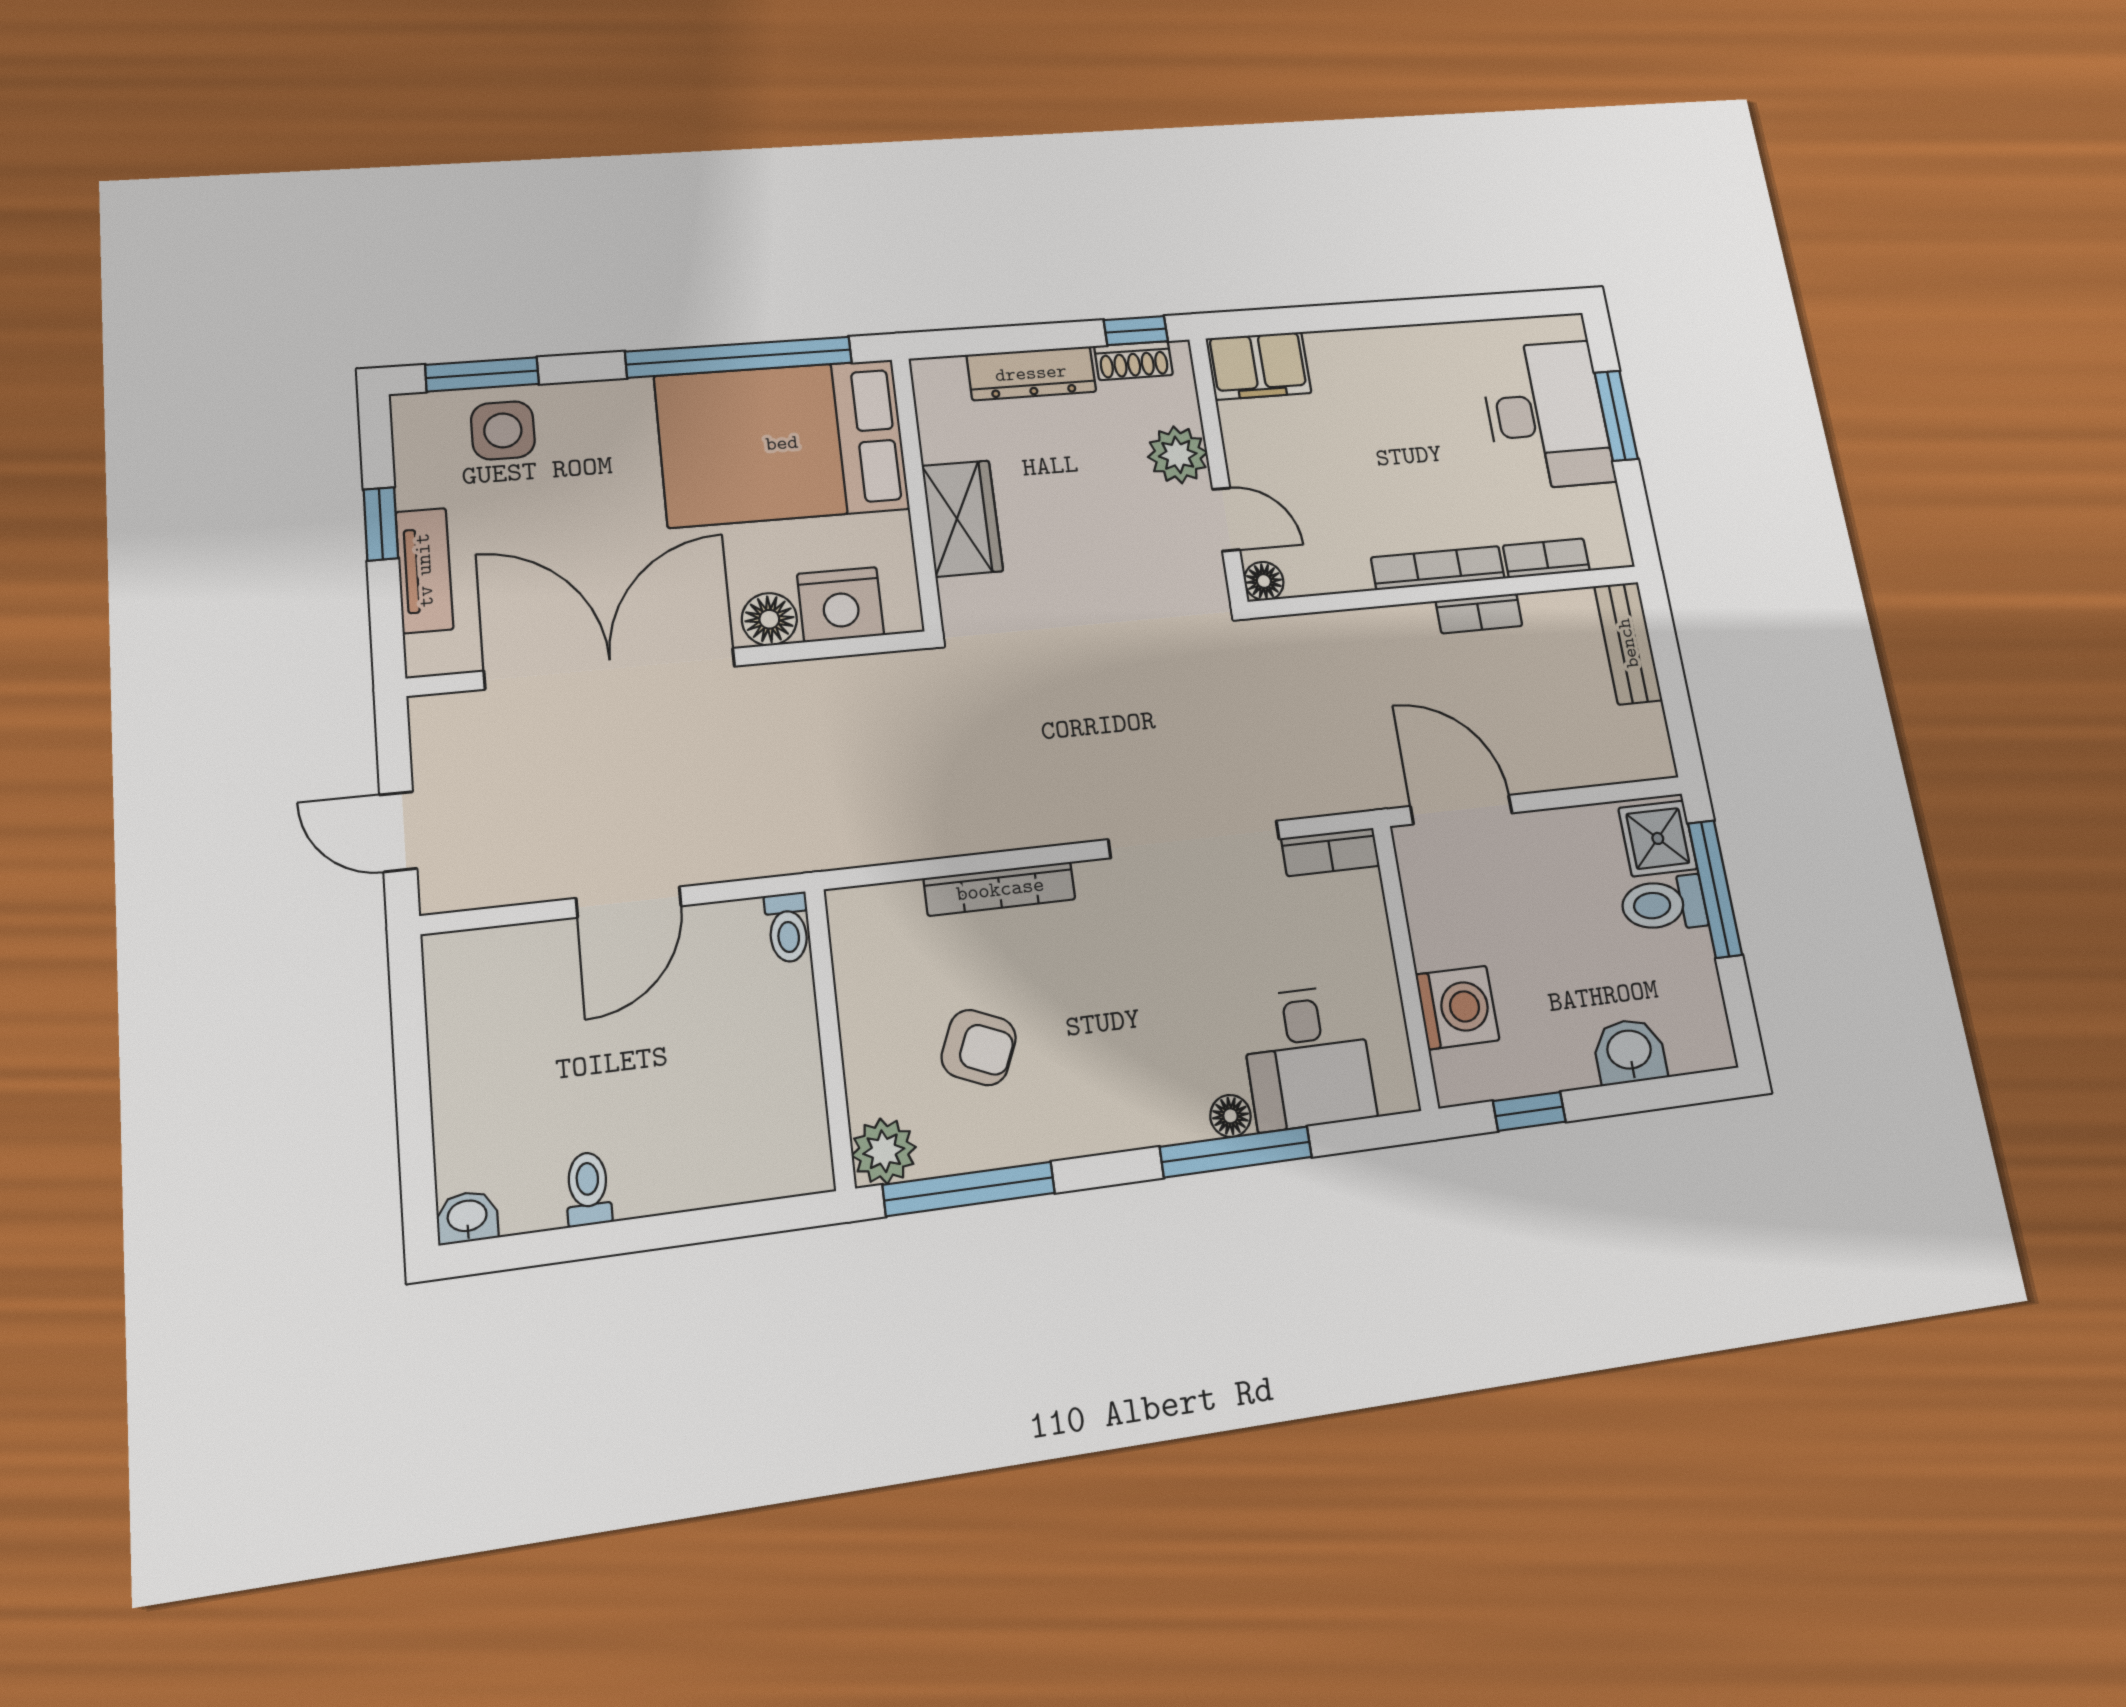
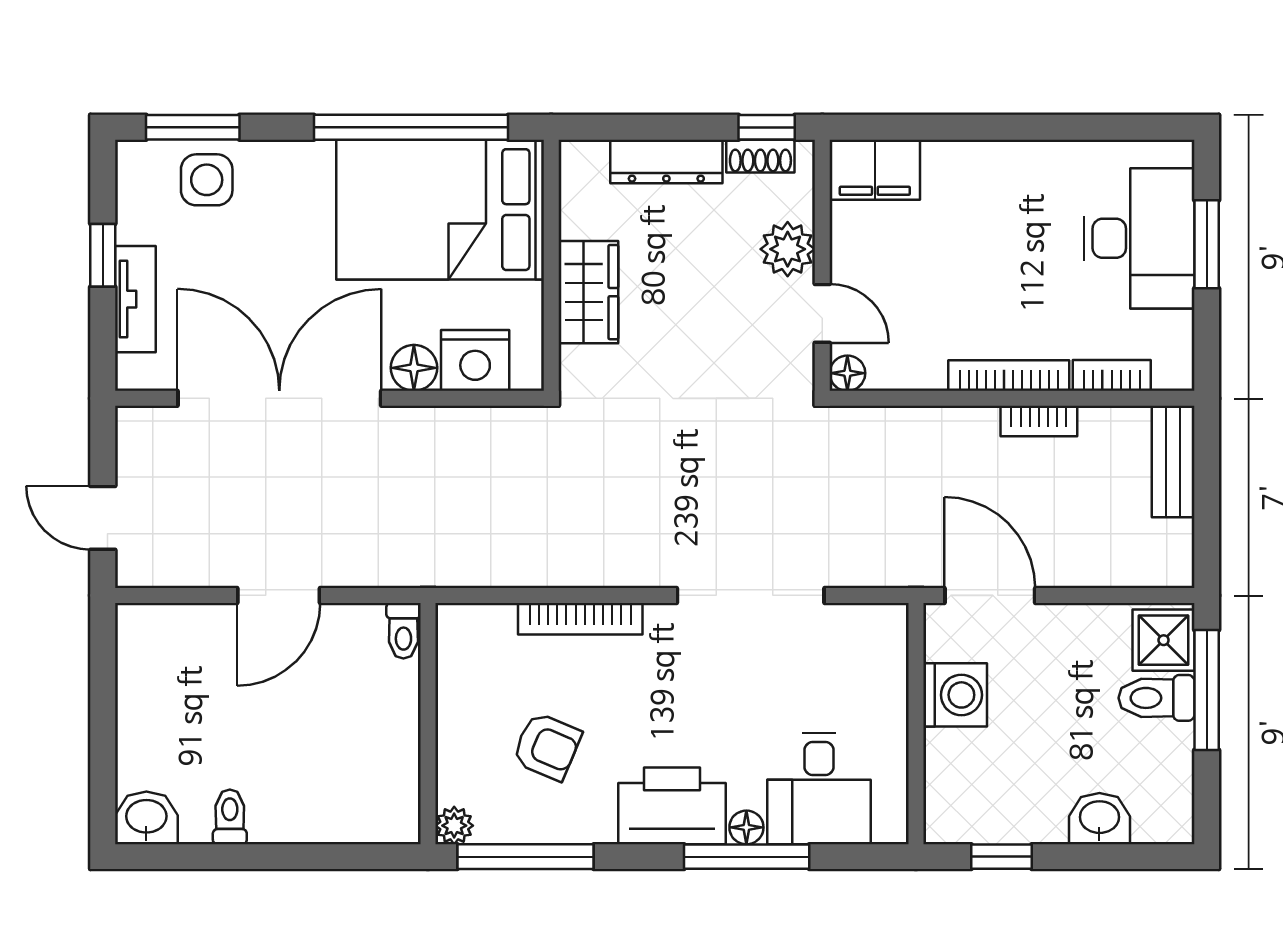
bookcase: (1330, 852) -> (867, 619), removed
washing machine: (1457, 1007) -> (955, 695), moved
printer: (1138, 1101) -> (672, 806), added
plant: (884, 1151) -> (454, 826), width x0.73, depth x0.73
washbasin: (467, 1217) -> (146, 818), width x1.38, depth x1.45

